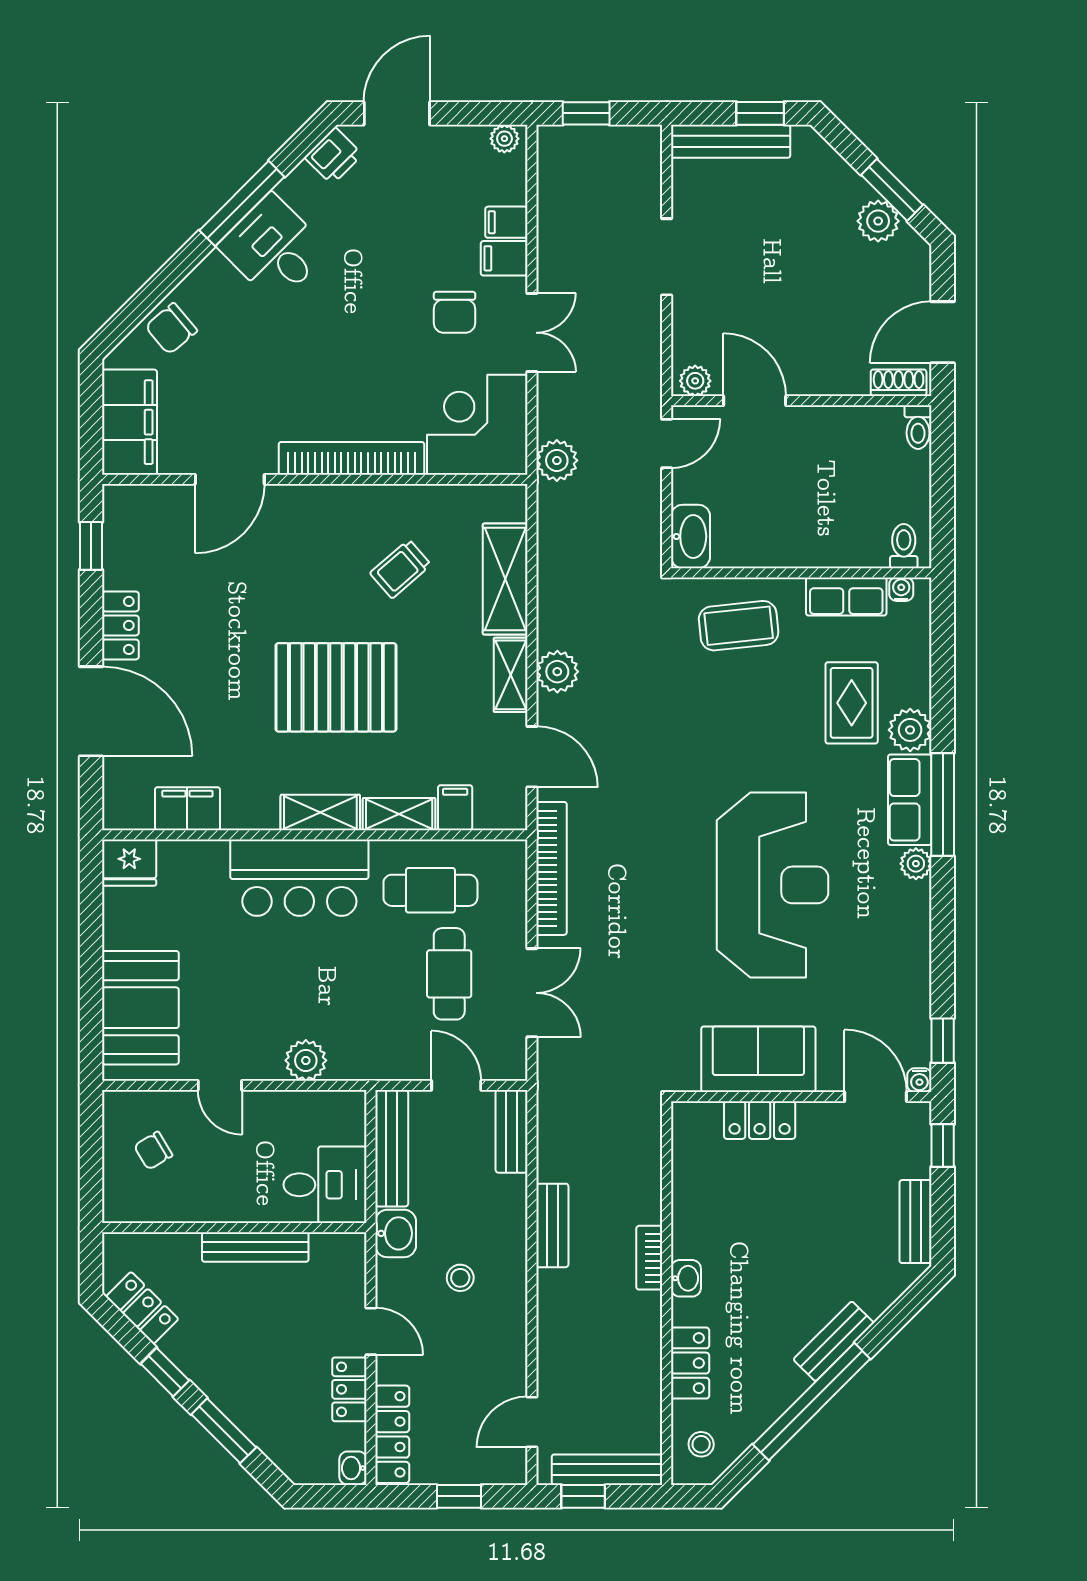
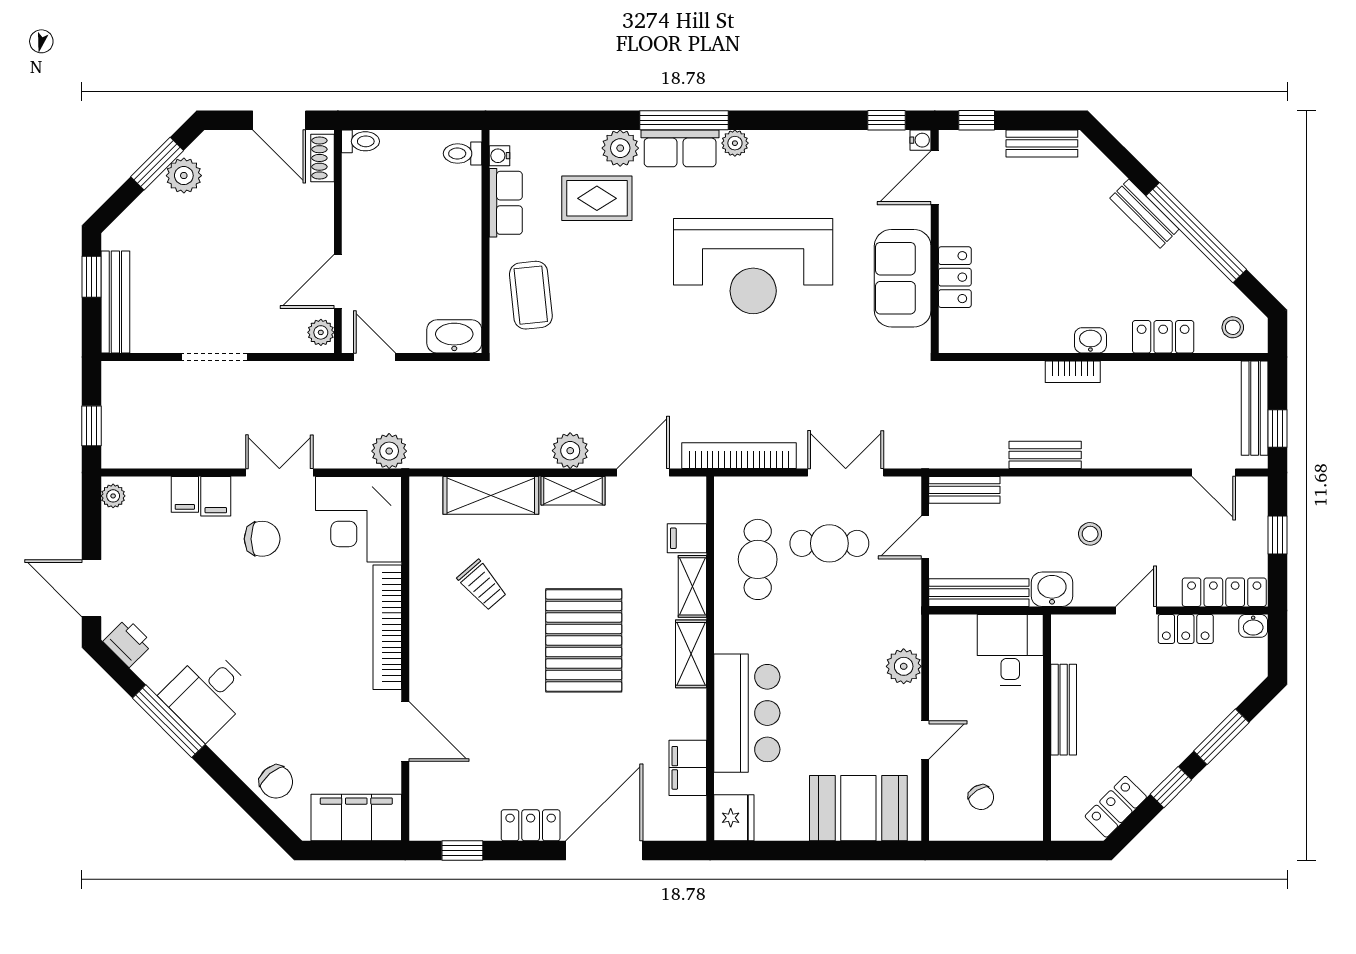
bar counter: (299, 878) -> (747, 713), moved
reception desk: (773, 885) -> (753, 266), turned 180

